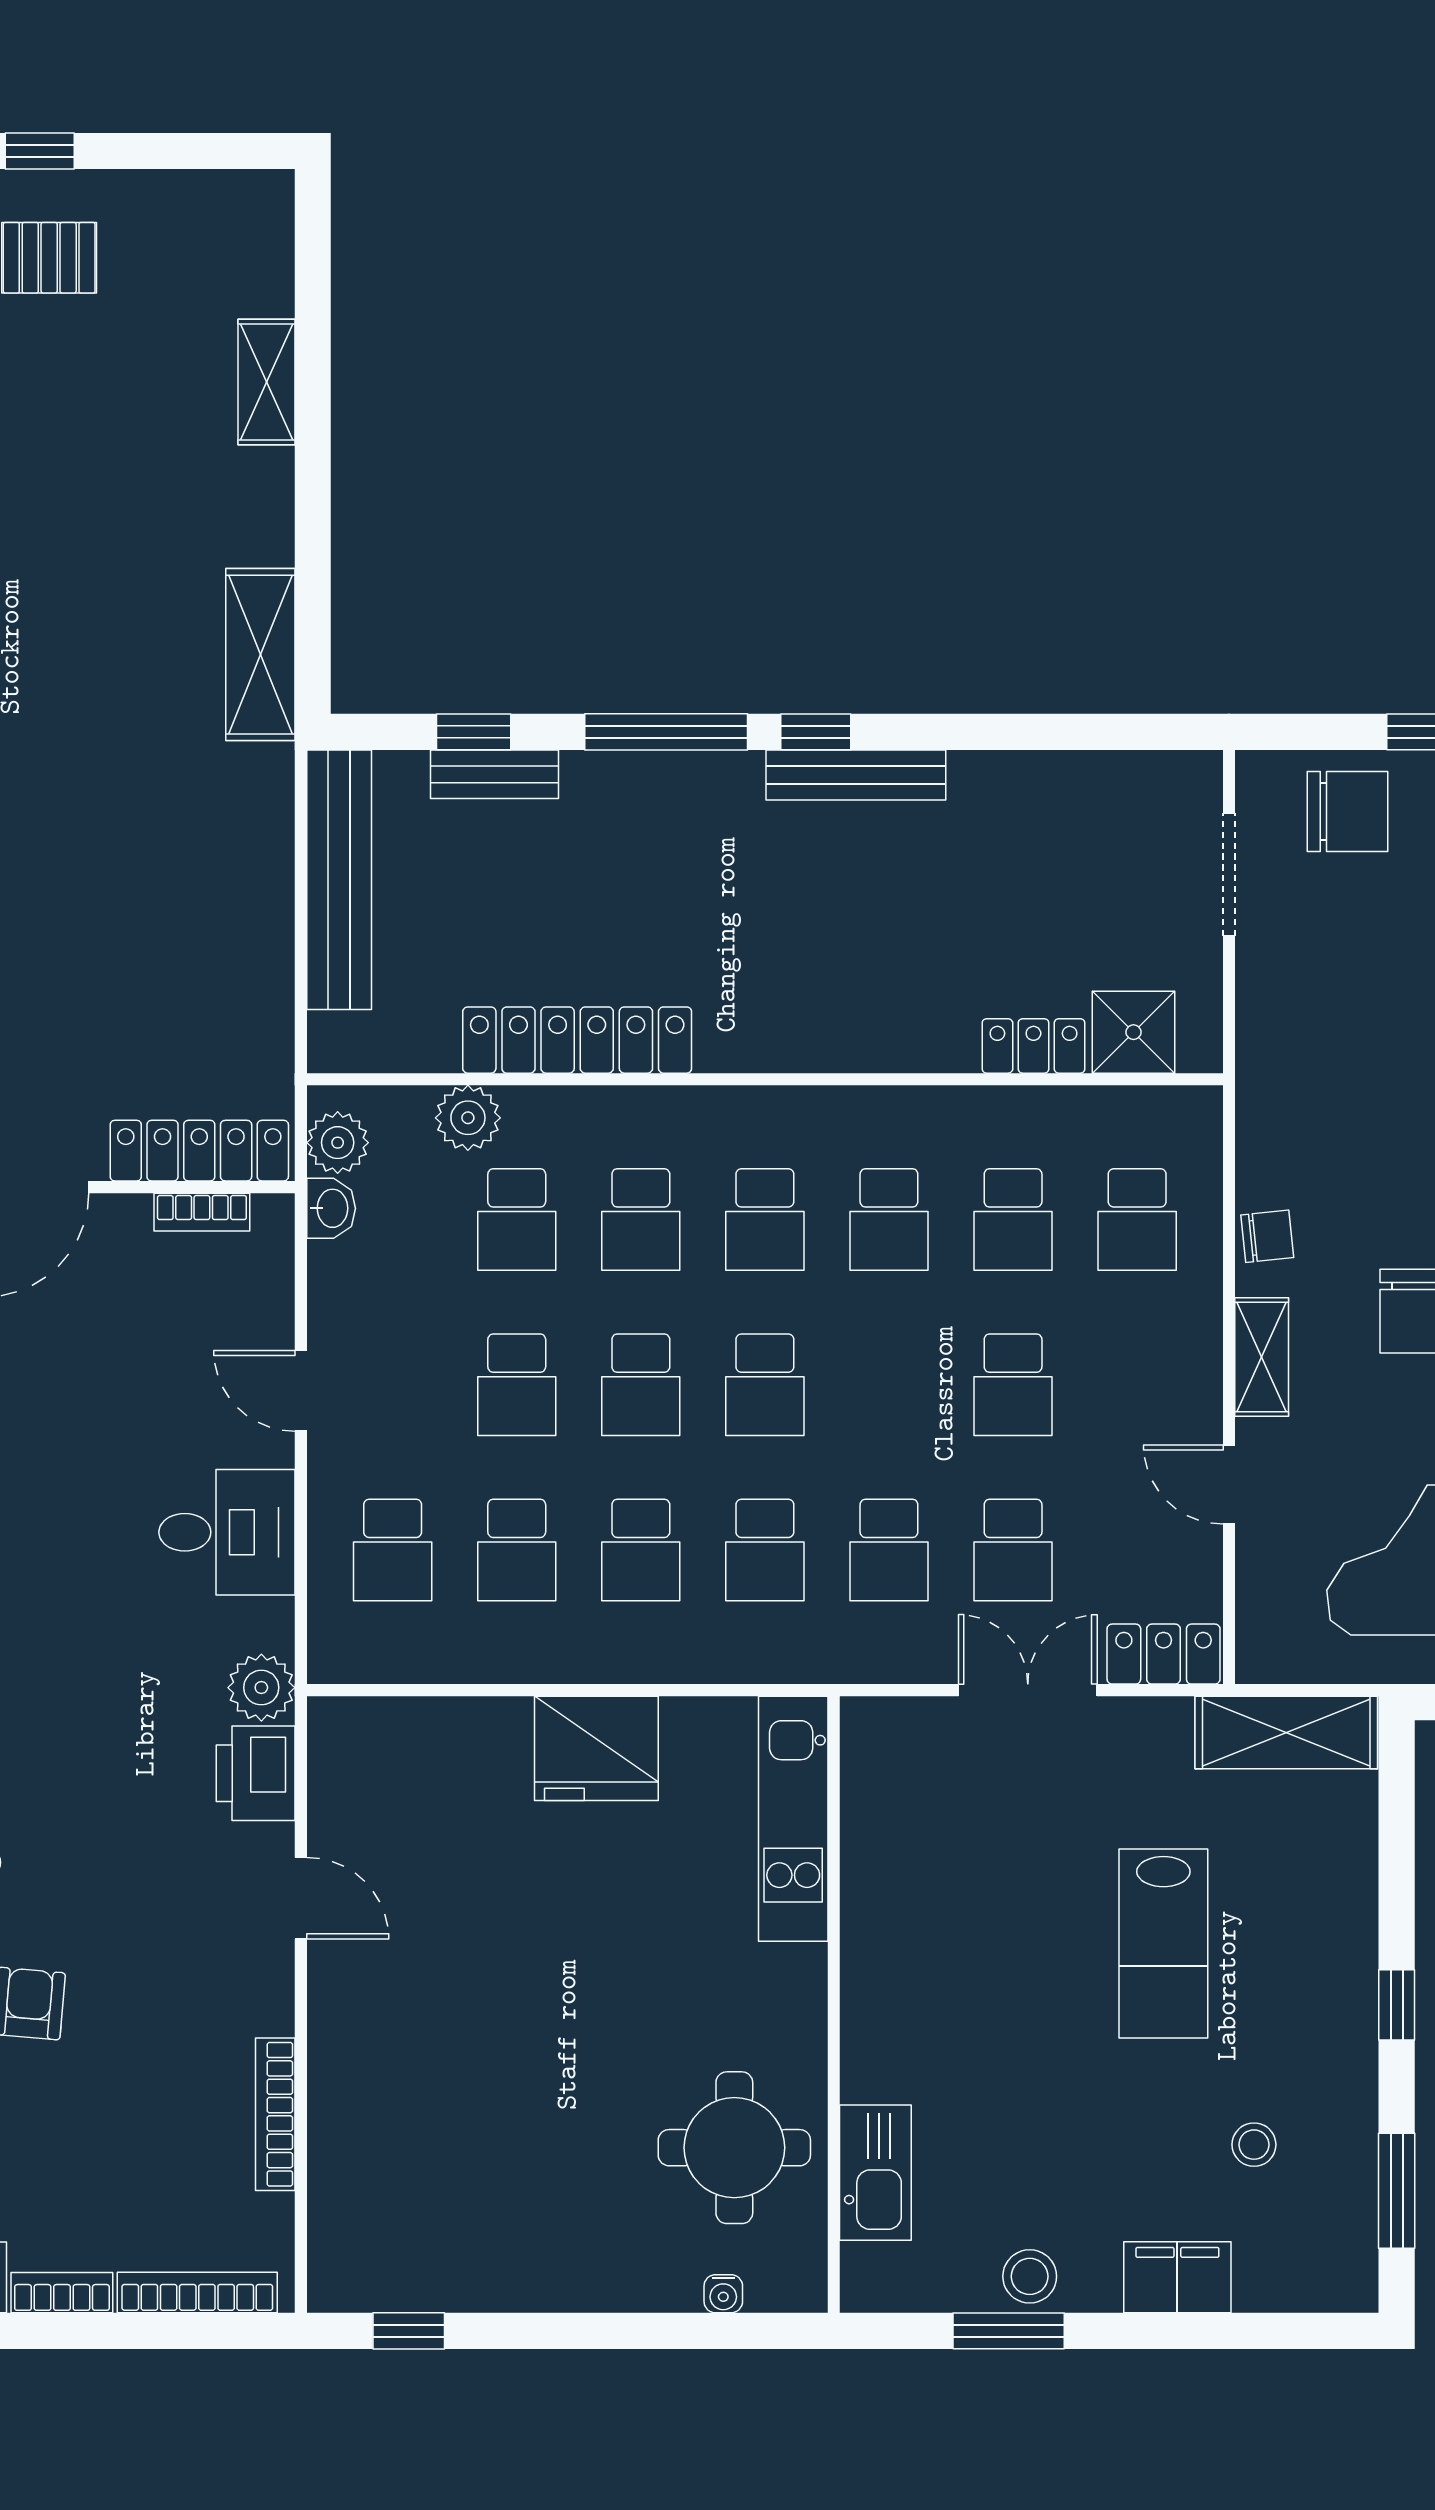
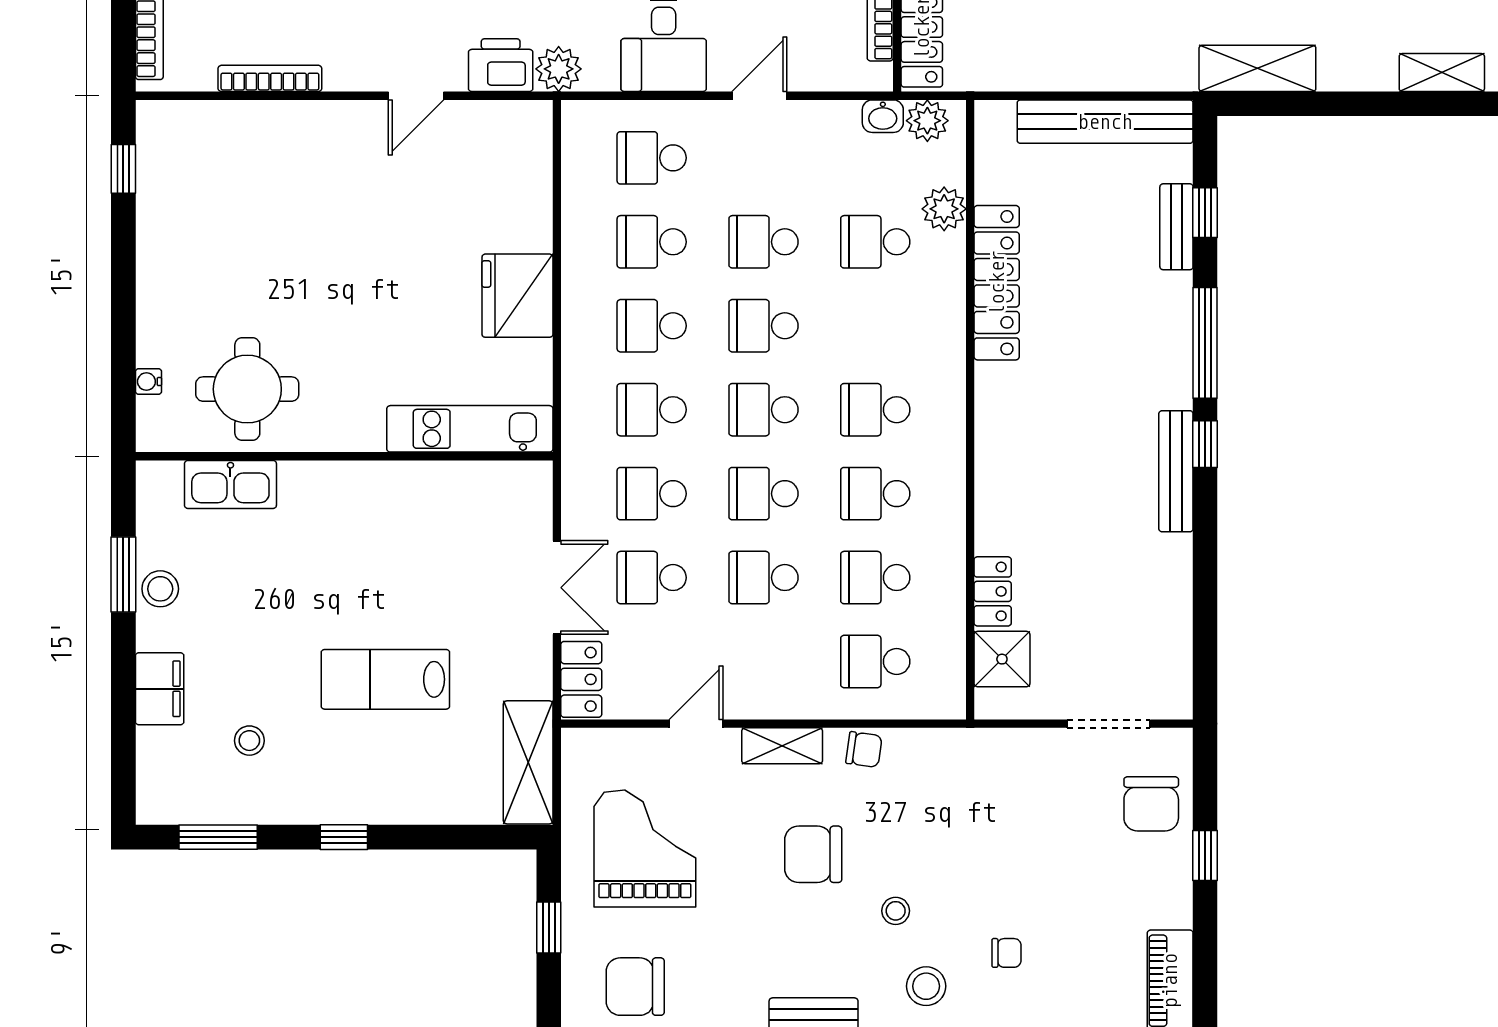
school desk: (641, 1219) -> (763, 494), moved
chair: (1267, 1236) -> (864, 749), turned -76

